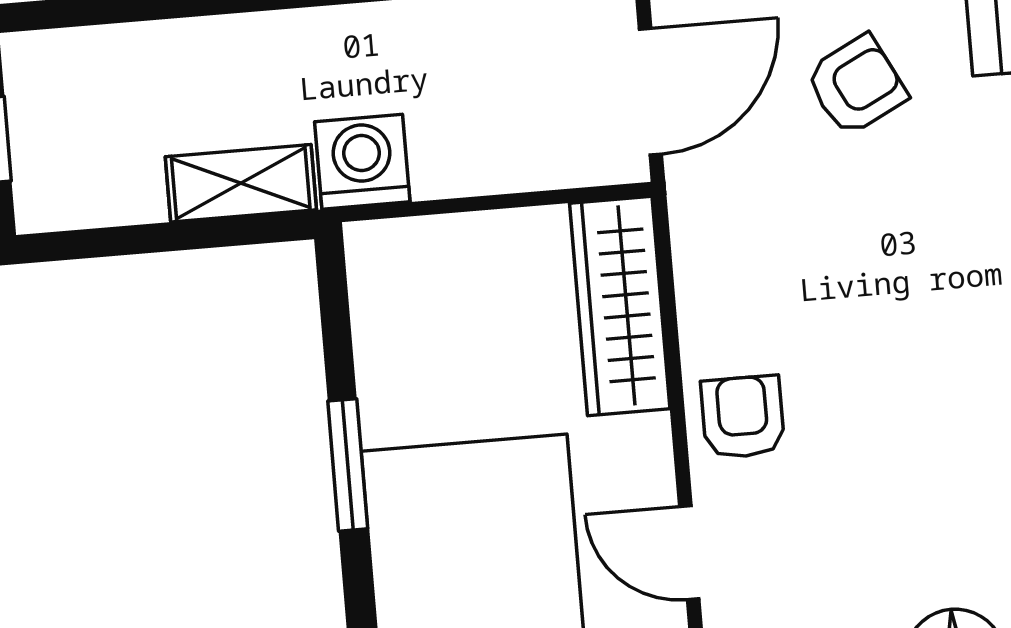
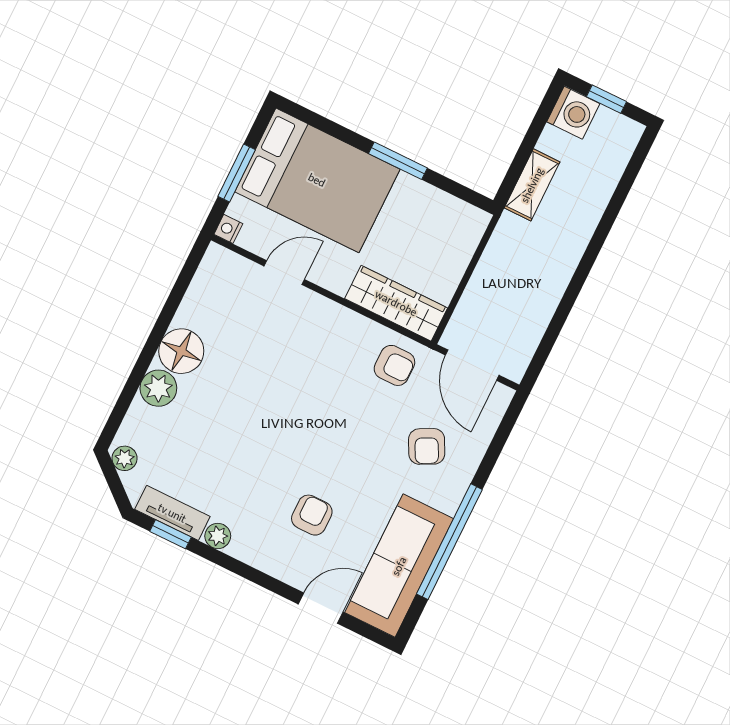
washing machine: (362, 162) -> (573, 113), moved
armchair: (743, 417) -> (394, 365), moved

